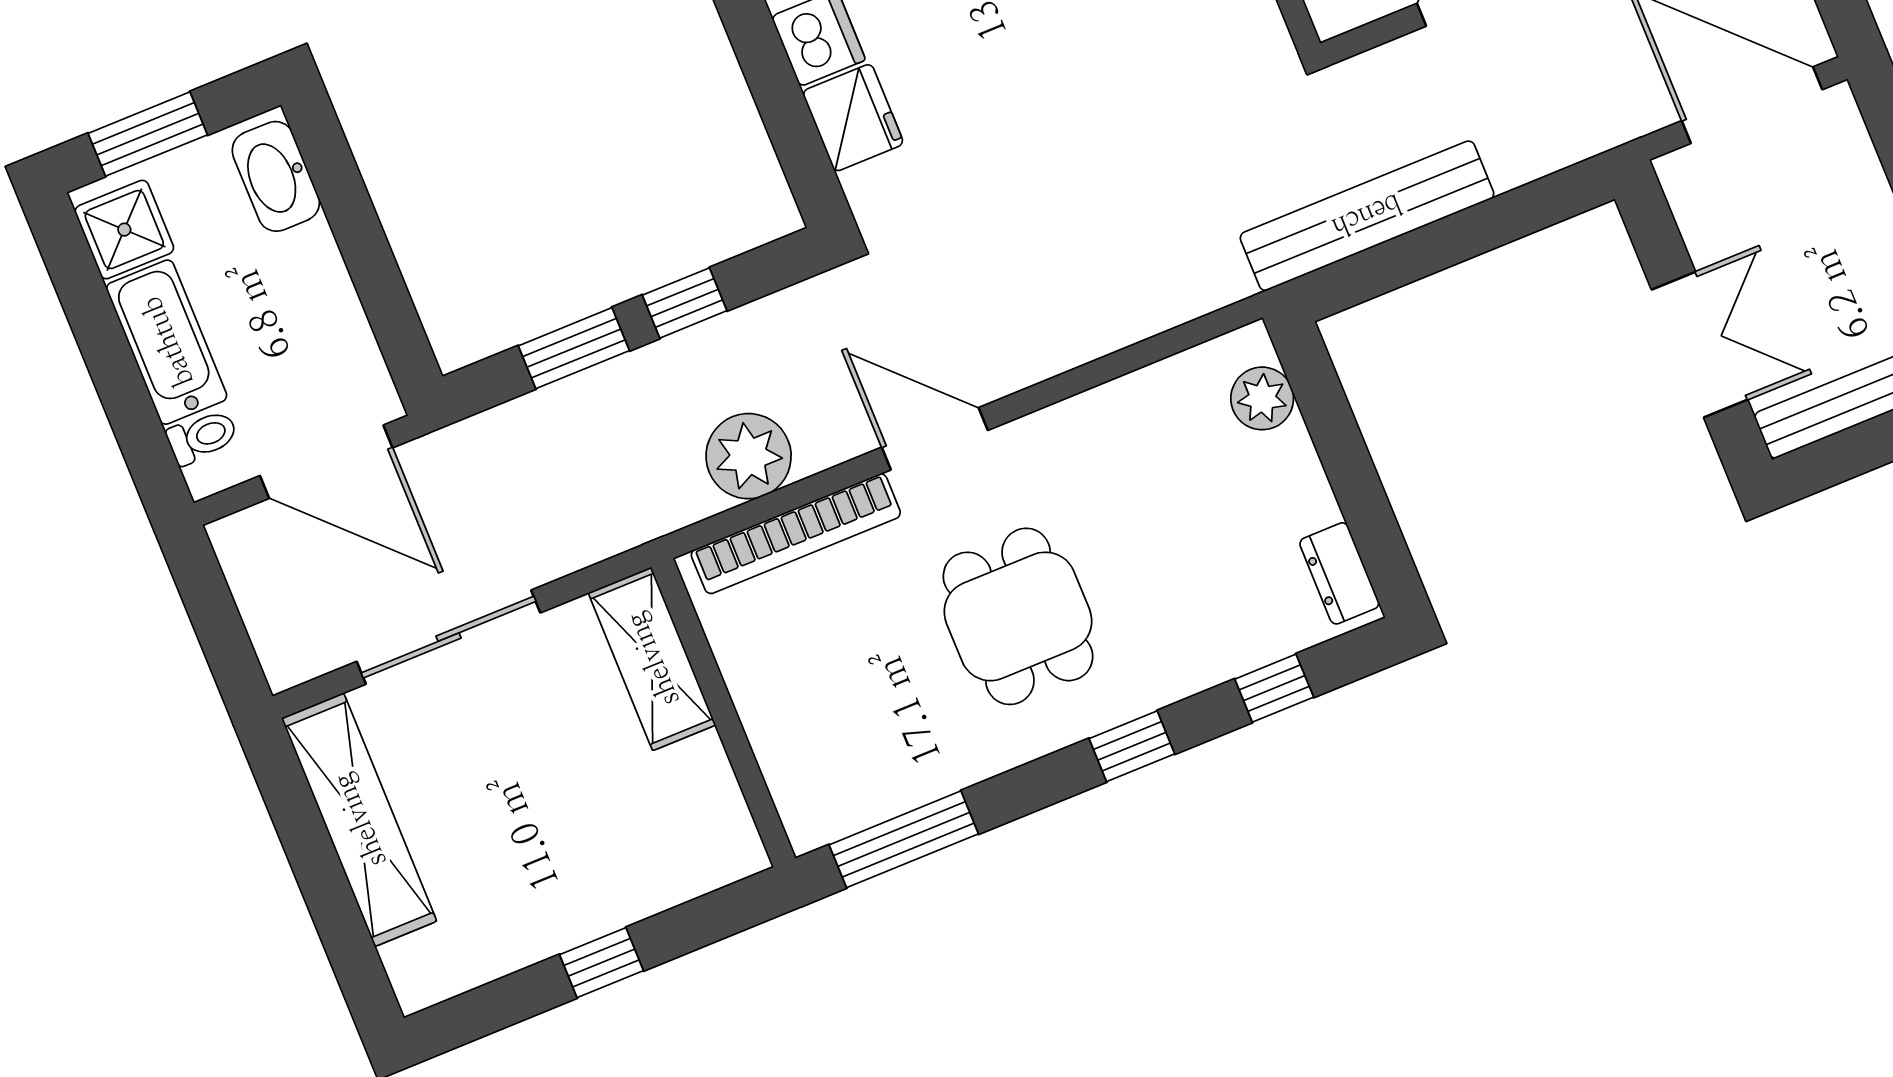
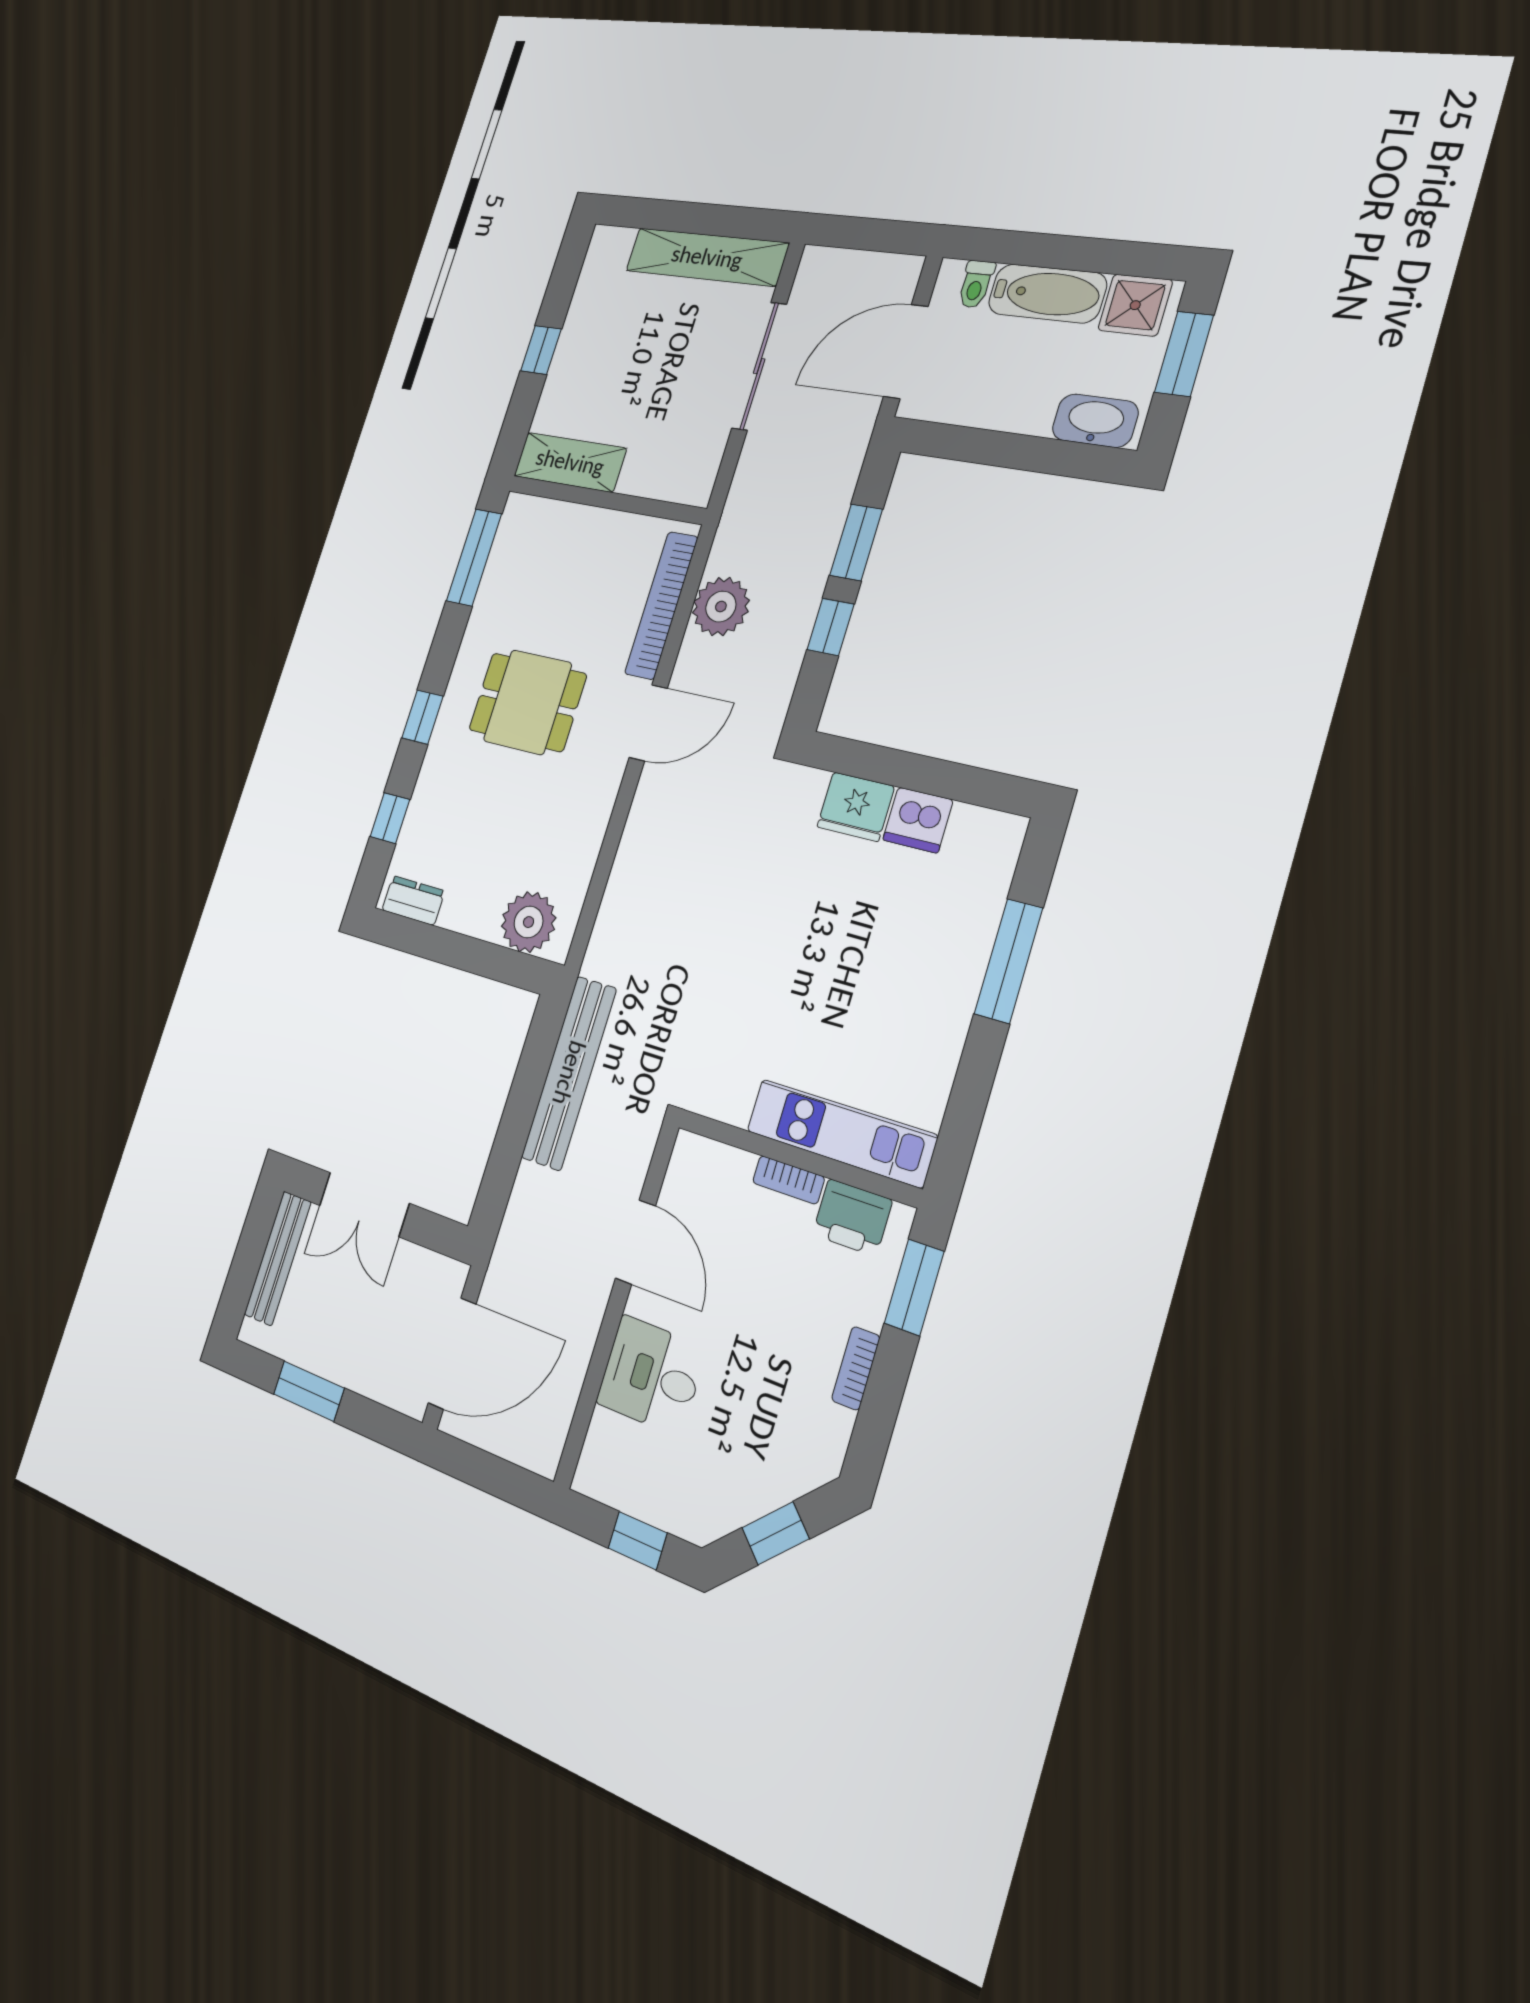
plant: (1262, 398) -> (529, 922), width x1.36, depth x1.36
shelving: (652, 659) -> (570, 462), moved

